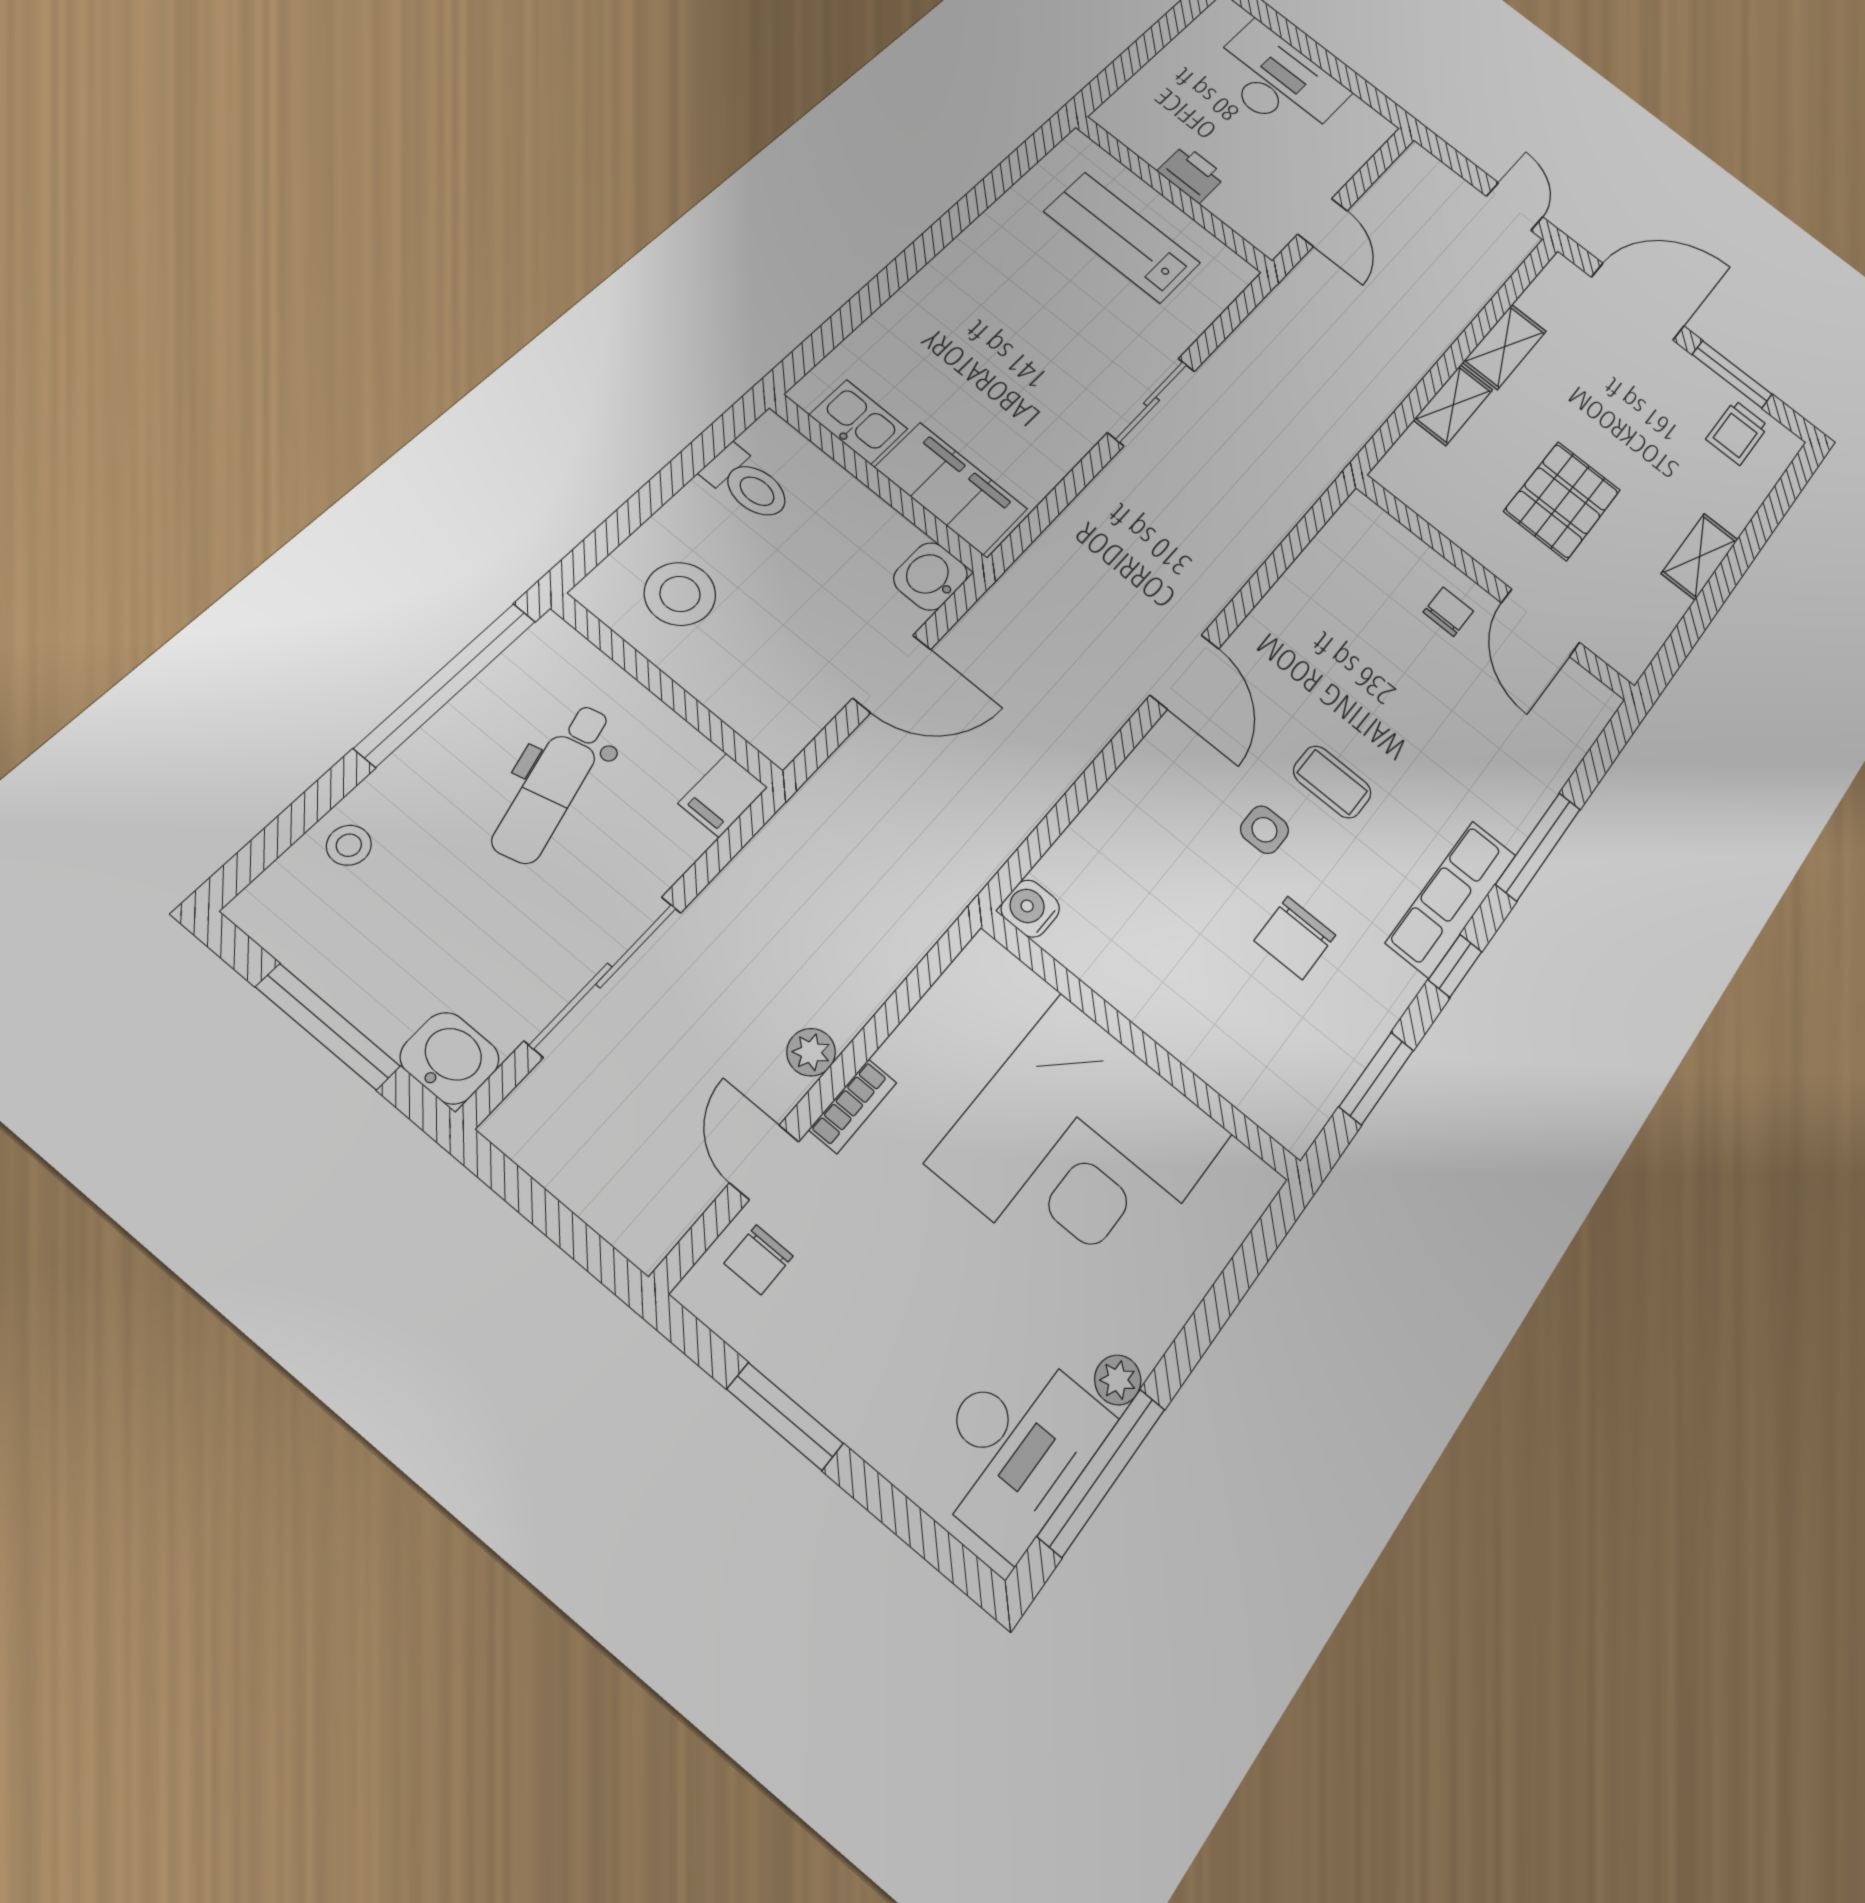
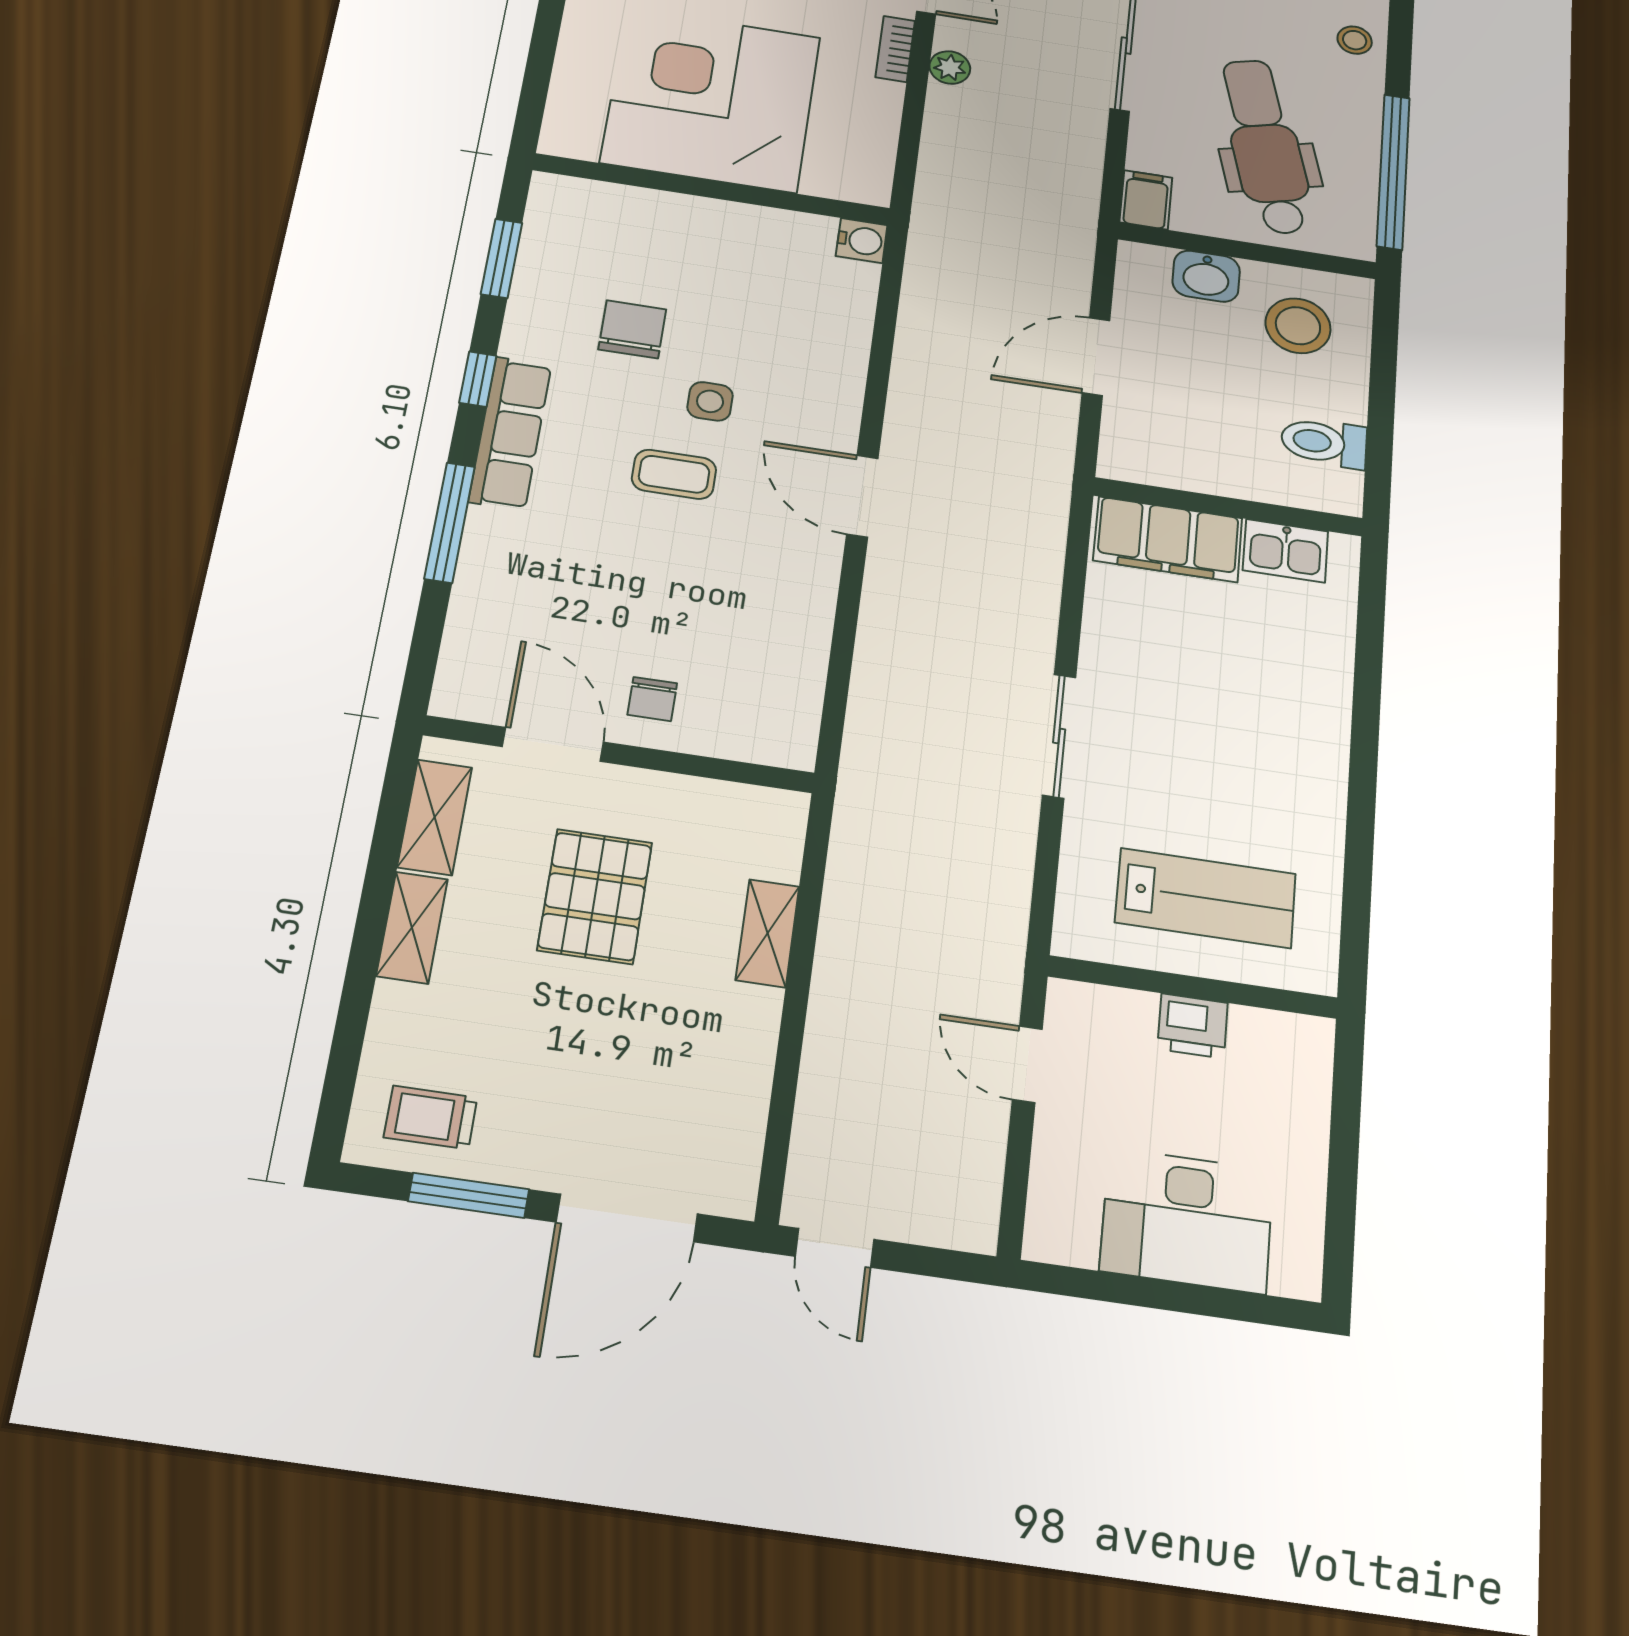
shelving: (1505, 347) -> (435, 817), moved
trolley: (1737, 433) -> (431, 1117), turned -90
washbasin: (931, 576) -> (1206, 276), moved, turned 90
dental chair: (553, 783) -> (1265, 146), width x1.36, depth x1.38

